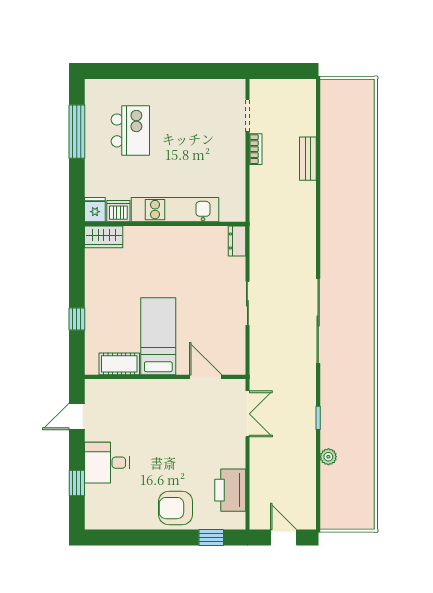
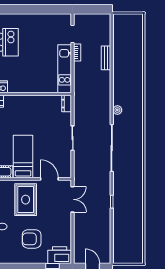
kitchen unit: (175, 210) -> (65, 69), moved, turned -90
rug: (163, 414) -> (26, 200), added
plant: (328, 457) -> (117, 110), moved
printer: (230, 490) -> (60, 255), moved, turned 90
armchair: (175, 508) -> (32, 239), moved

